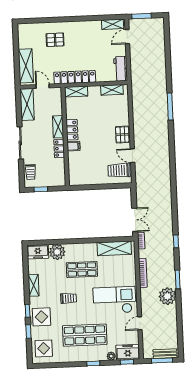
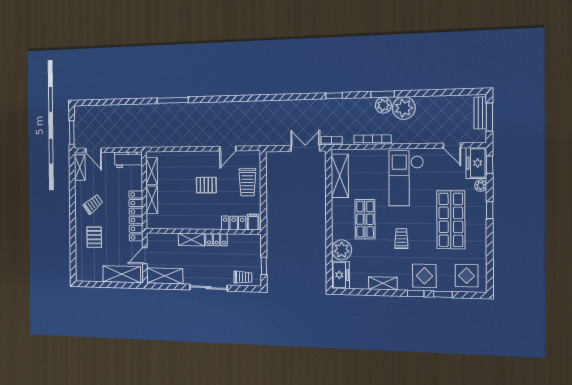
trolley: (82, 38) -> (93, 204), added
shelving: (76, 91) -> (152, 200), moved
locker: (72, 130) -> (234, 223), moved
pallet: (122, 135) -> (206, 185), moved
filing cabinet: (74, 146) -> (253, 222), moved
trolley: (119, 170) -> (247, 182), moved
plant: (169, 280) -> (383, 105), added
door: (140, 323) -> (452, 146), moved

